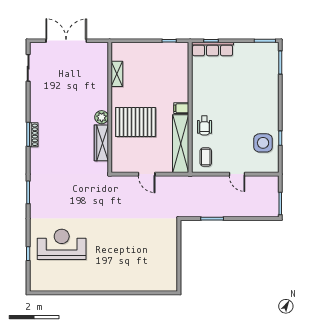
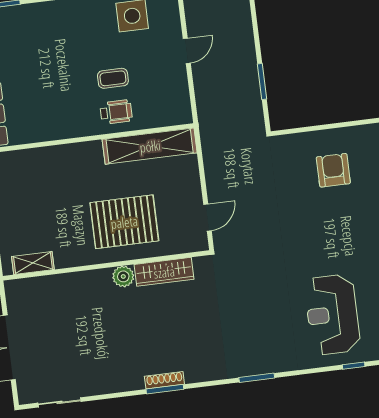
shelving: (117, 74) -> (33, 263), moved
filing cabinet: (181, 108) -> (93, 152), removed
pallet: (136, 122) -> (124, 222), turned 90
coffee table: (206, 157) -> (113, 78), moved
door: (147, 174) -> (207, 218), moved
armchair: (151, 256) -> (333, 170), added

